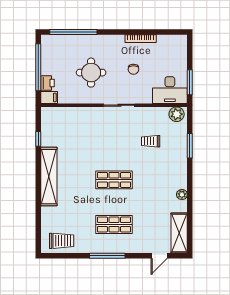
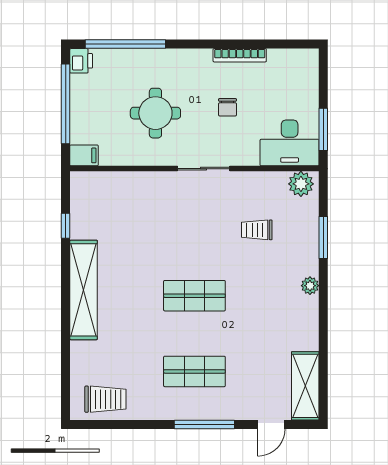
printer: (47, 83) -> (81, 61), moved
plant: (182, 195) -> (310, 286), moved
window: (107, 256) -> (204, 425), moved

